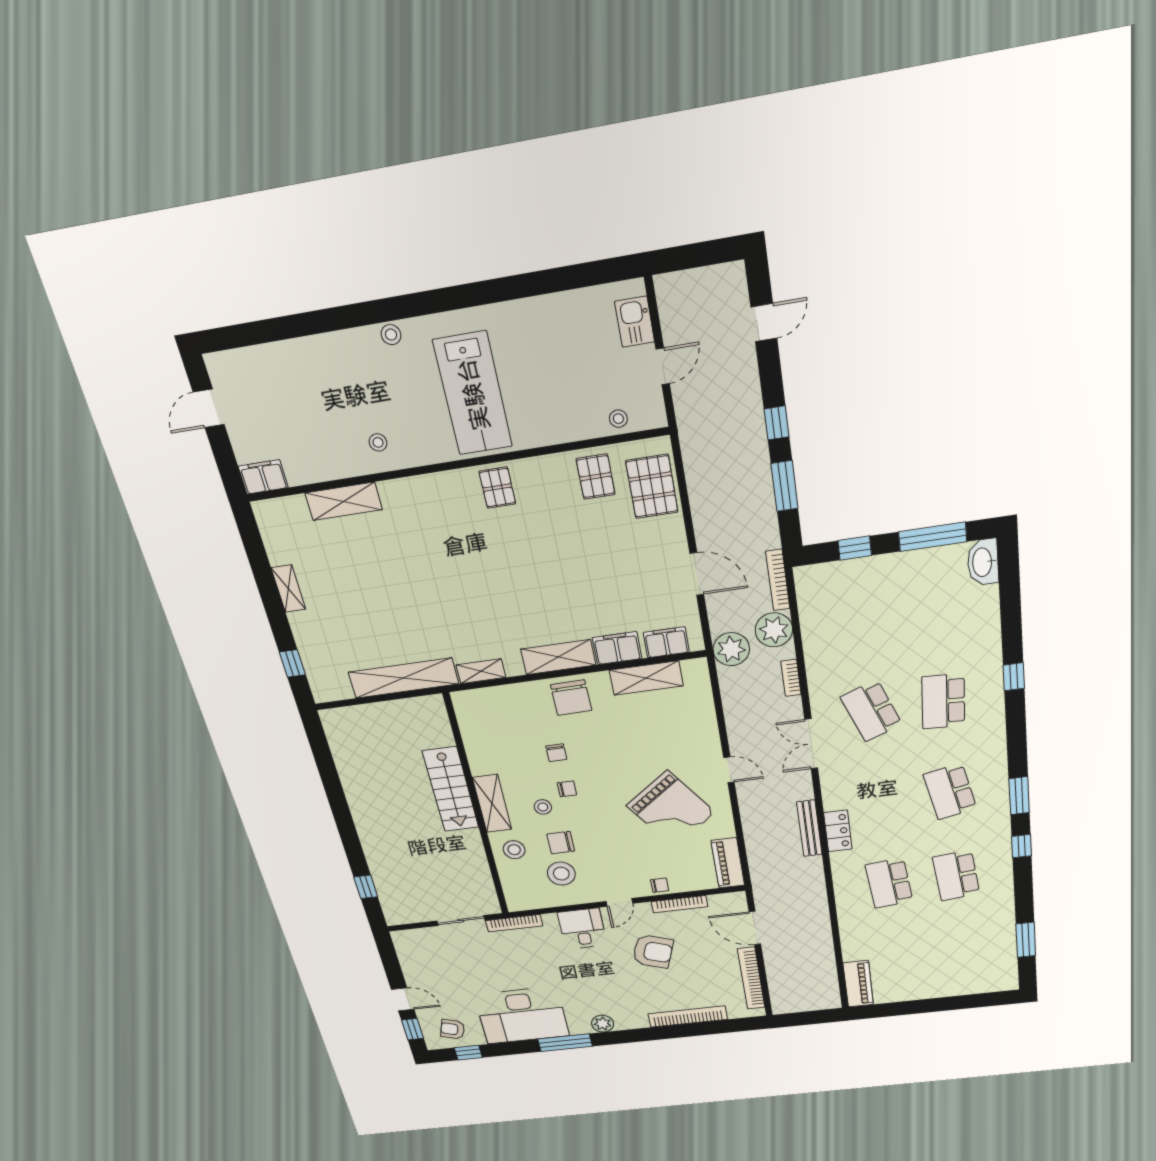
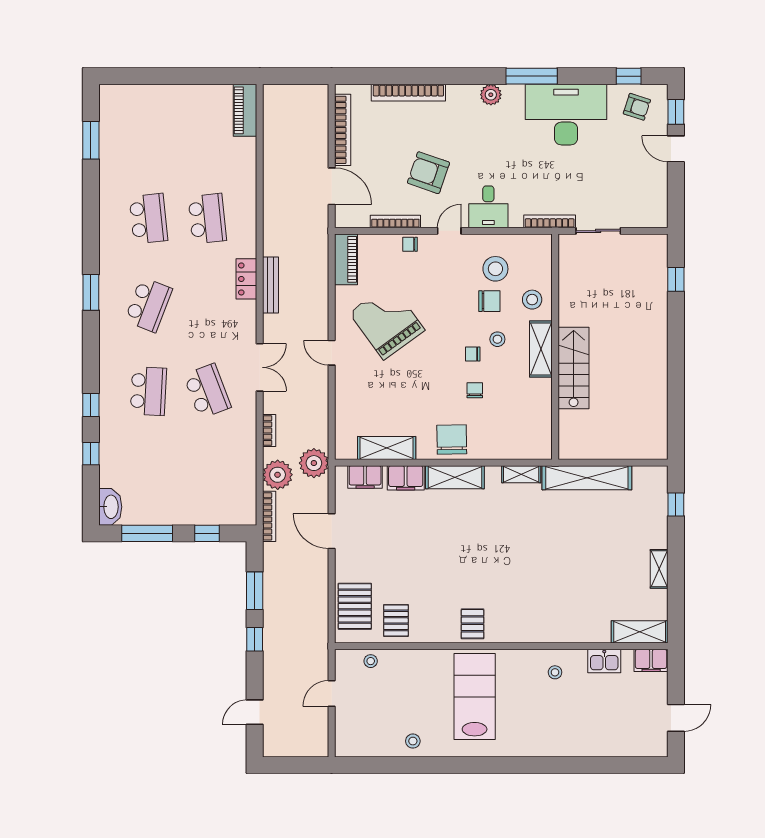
kitchen sink: (635, 322) -> (604, 661), moved, turned 90
stool: (391, 335) -> (413, 741), moved
shelving: (344, 501) -> (640, 632), moved
school desk: (950, 791) -> (148, 305), turned 33
window: (1021, 846) -> (91, 454), moved

